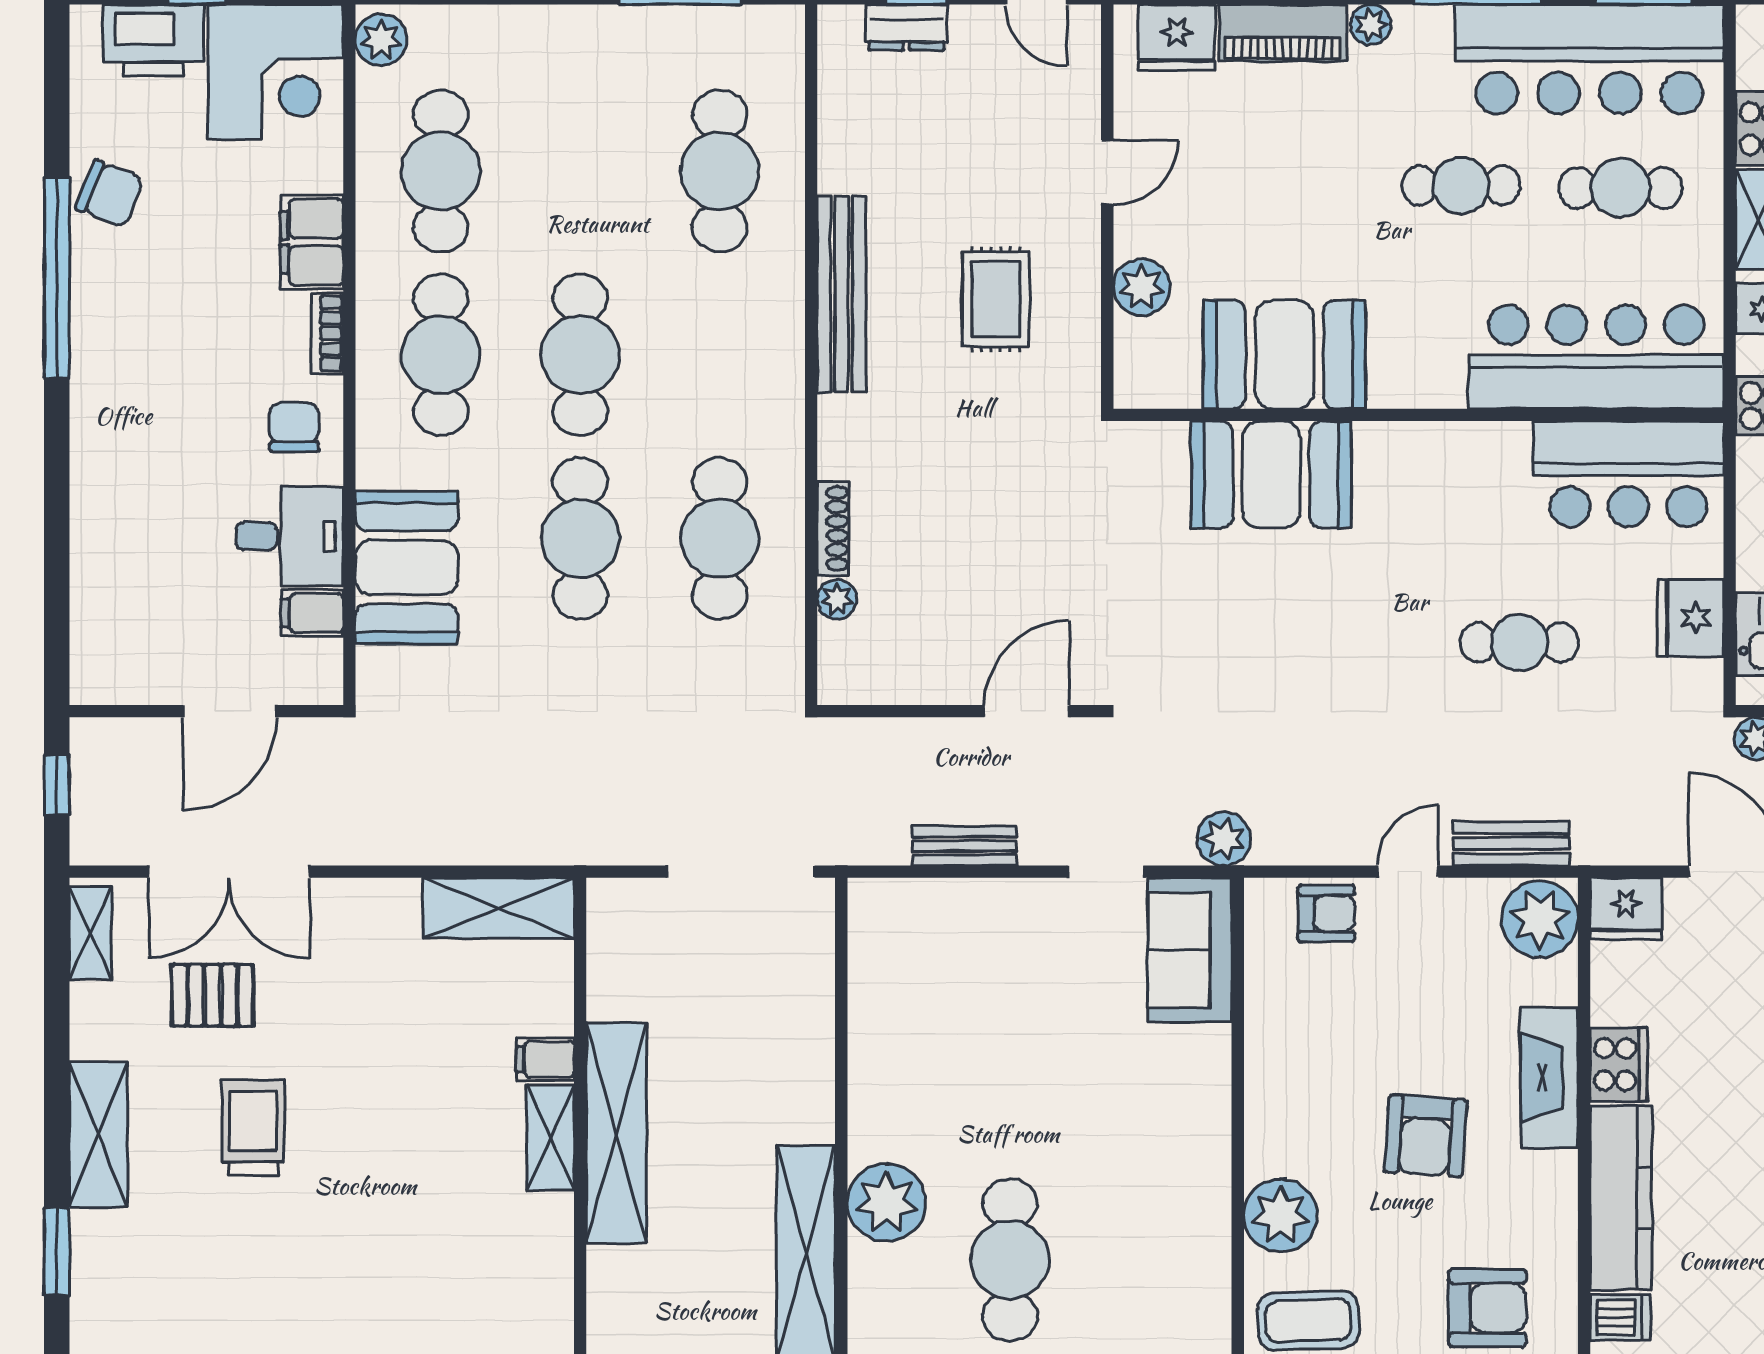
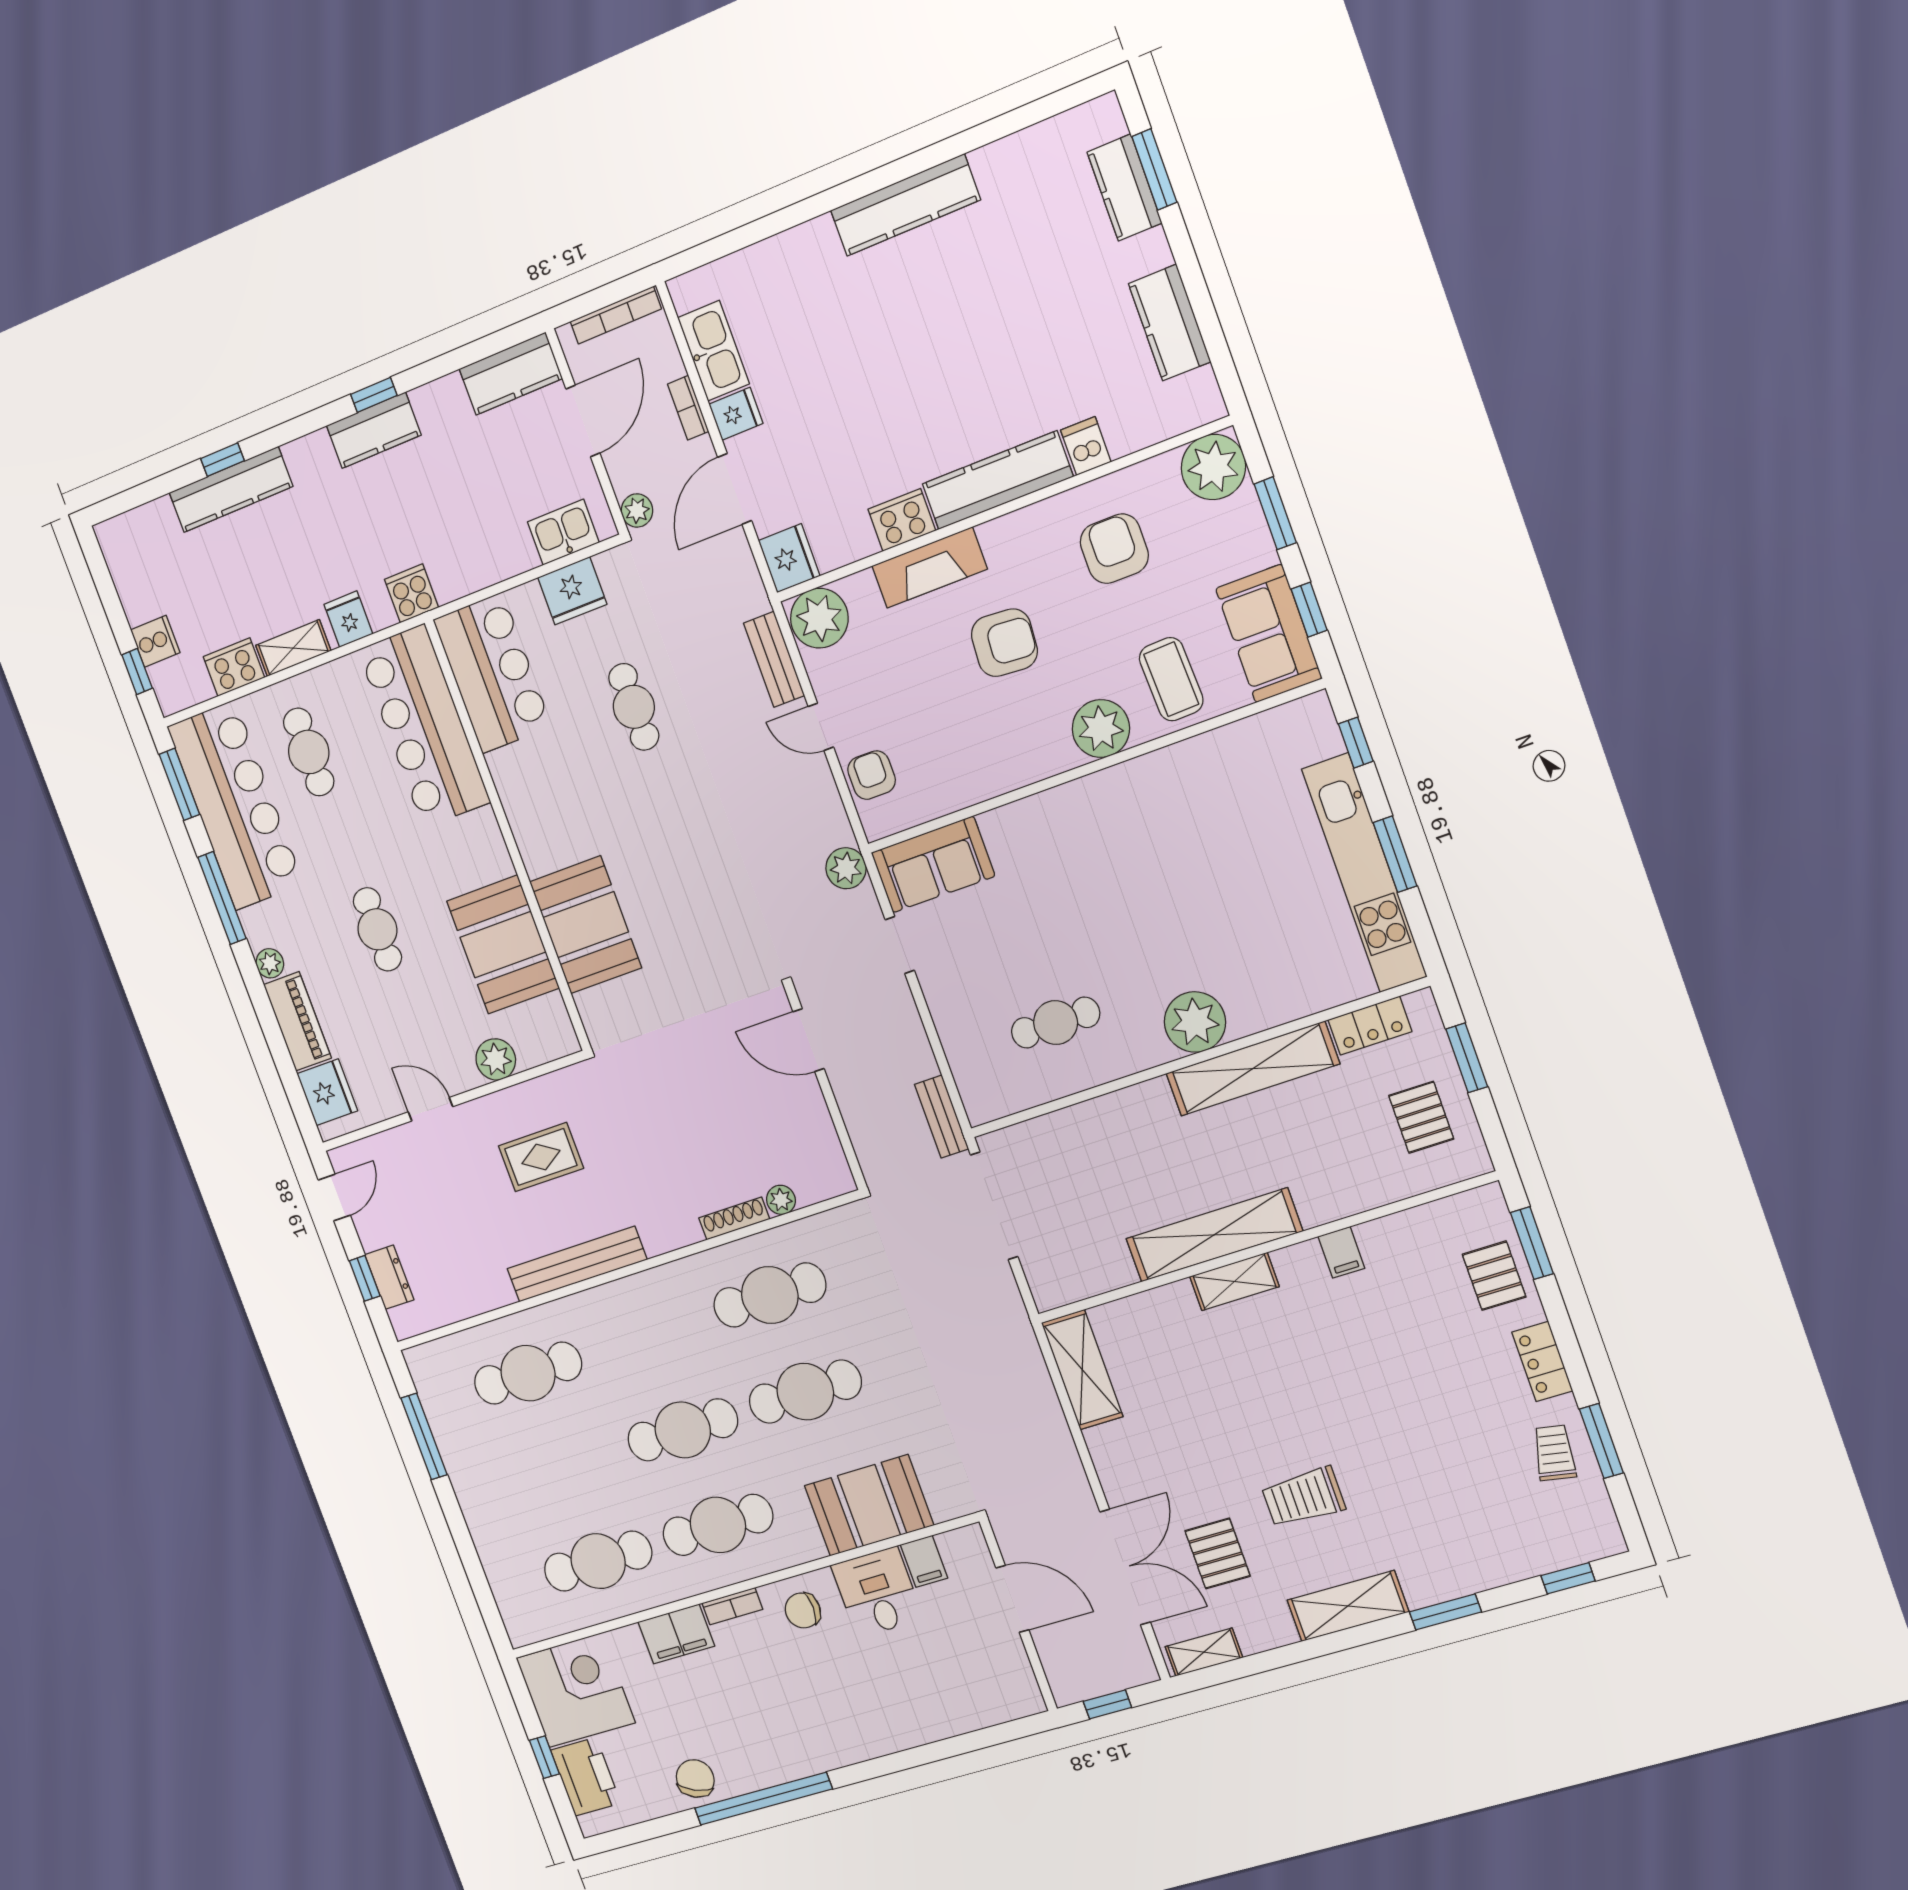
plant: (381, 40) -> (529, 1626), removed
cafe table: (1461, 185) -> (377, 929), moved
bench: (964, 846) -> (942, 1117), moved
filing cabinet: (545, 1059) -> (1341, 1252), moved
cafe table: (1010, 1260) -> (1056, 1023), moved, width x0.73, depth x0.74

